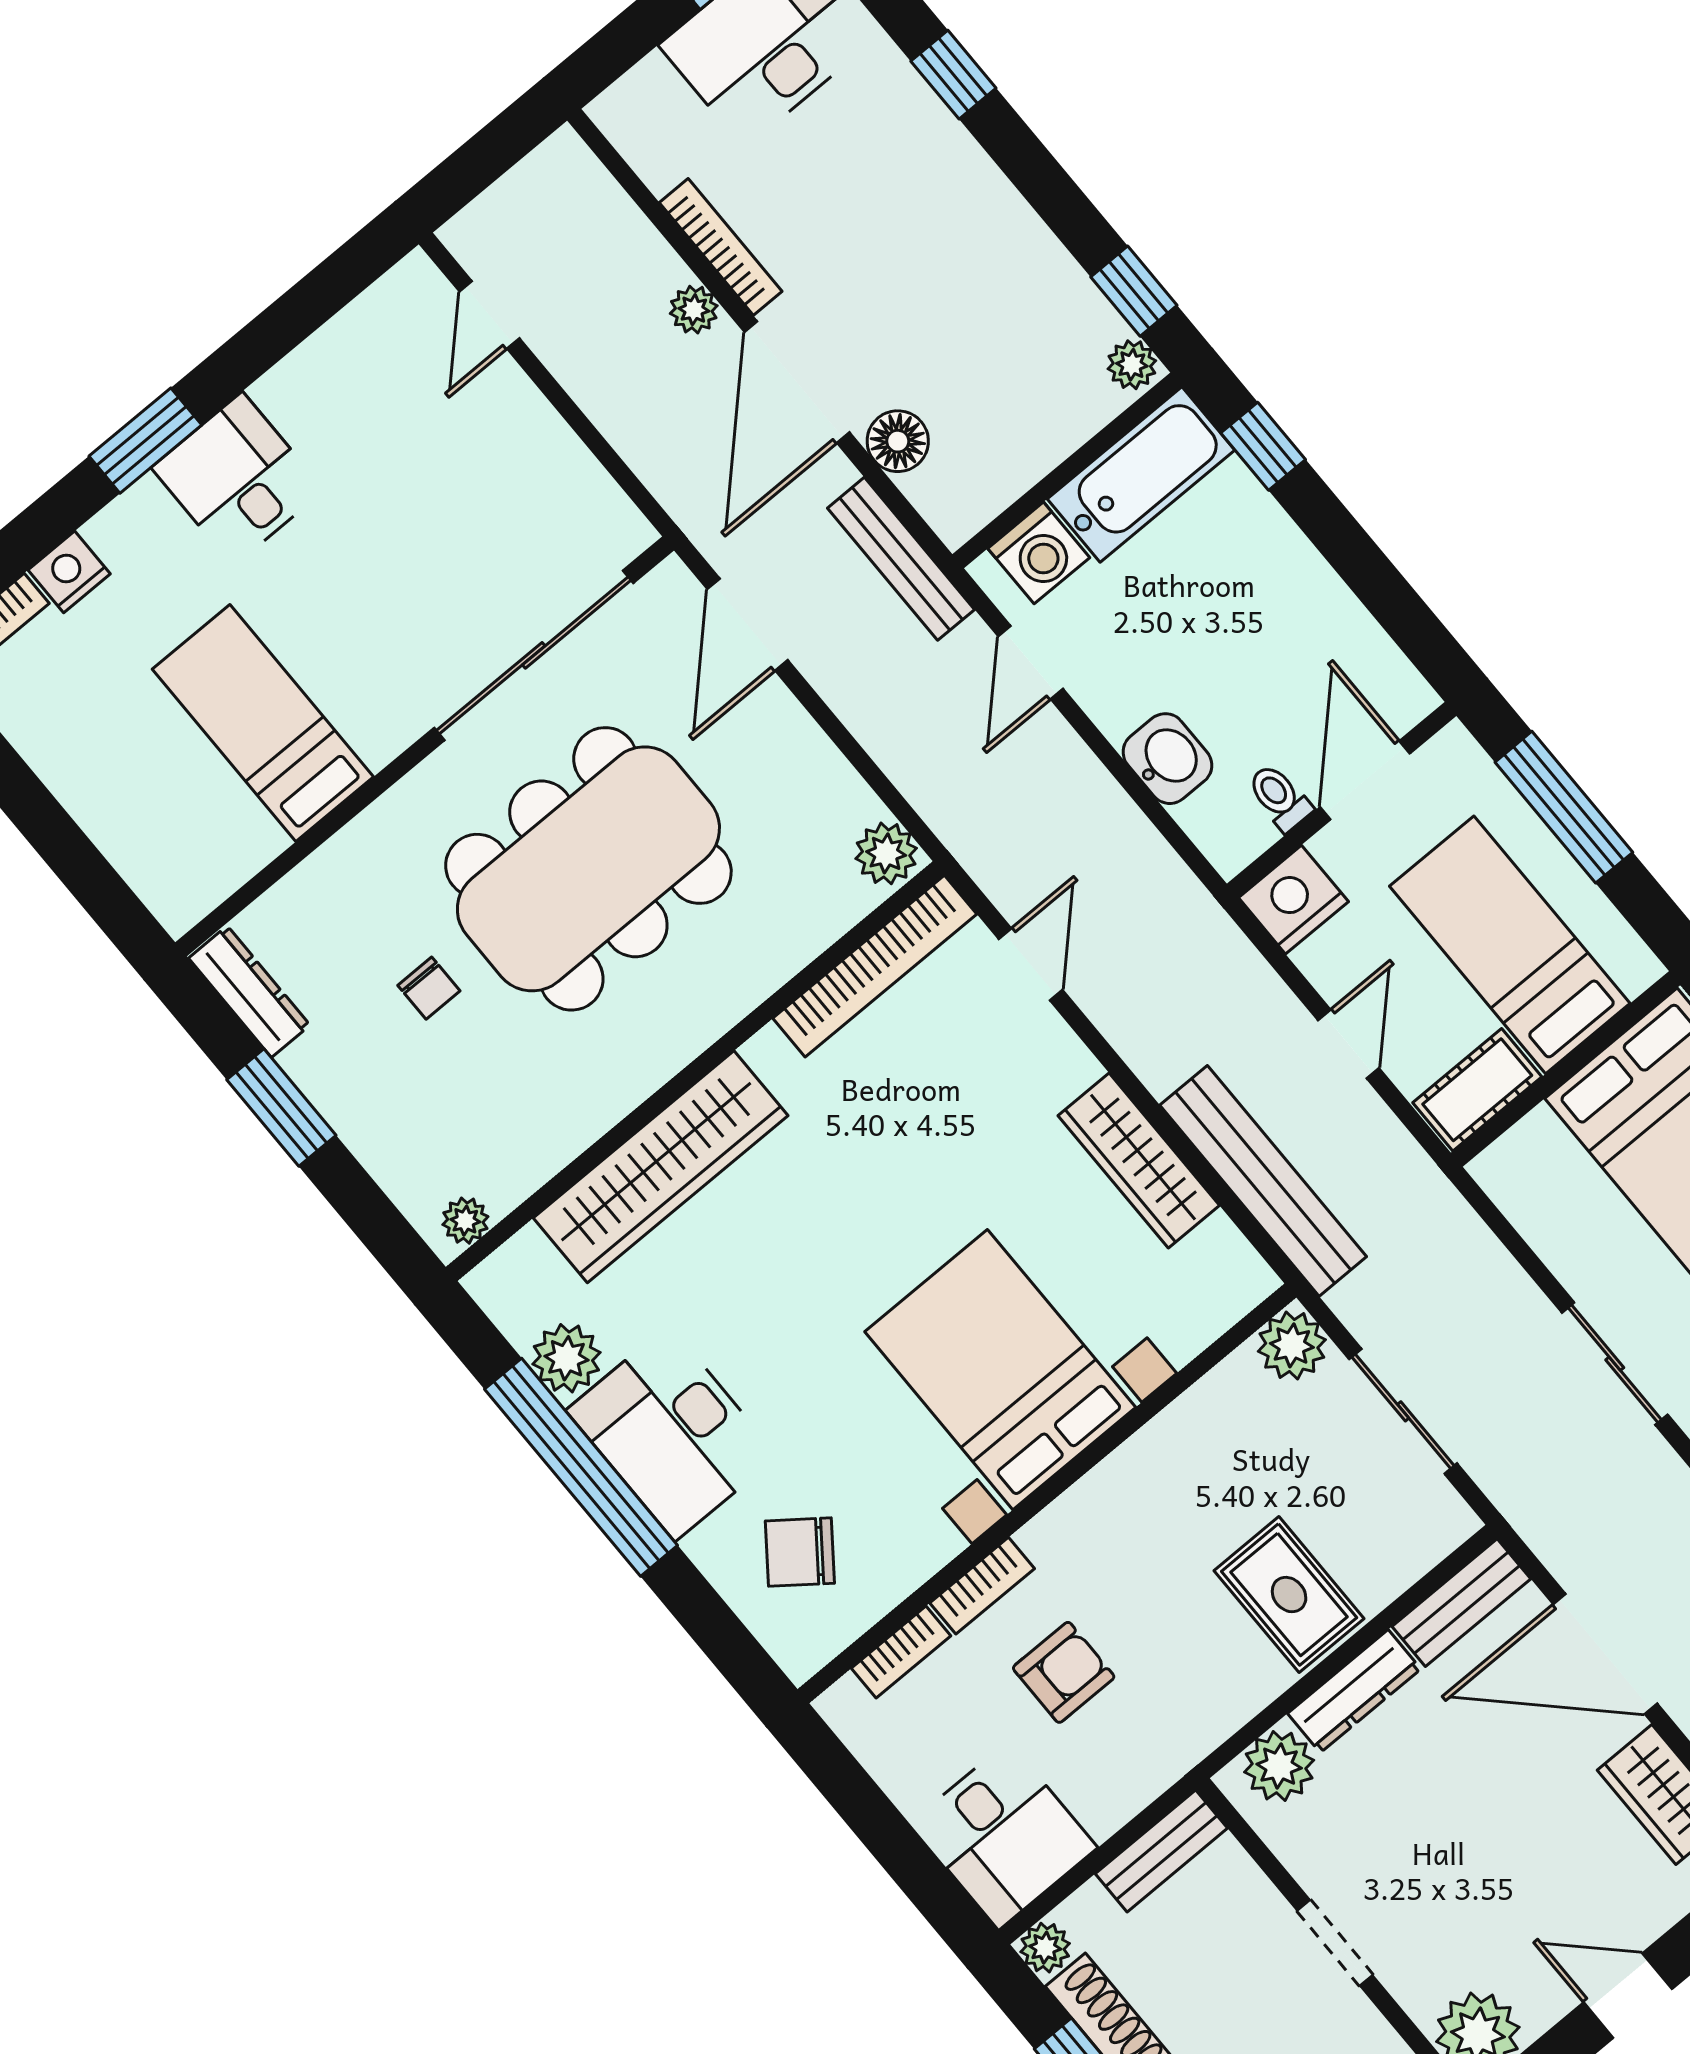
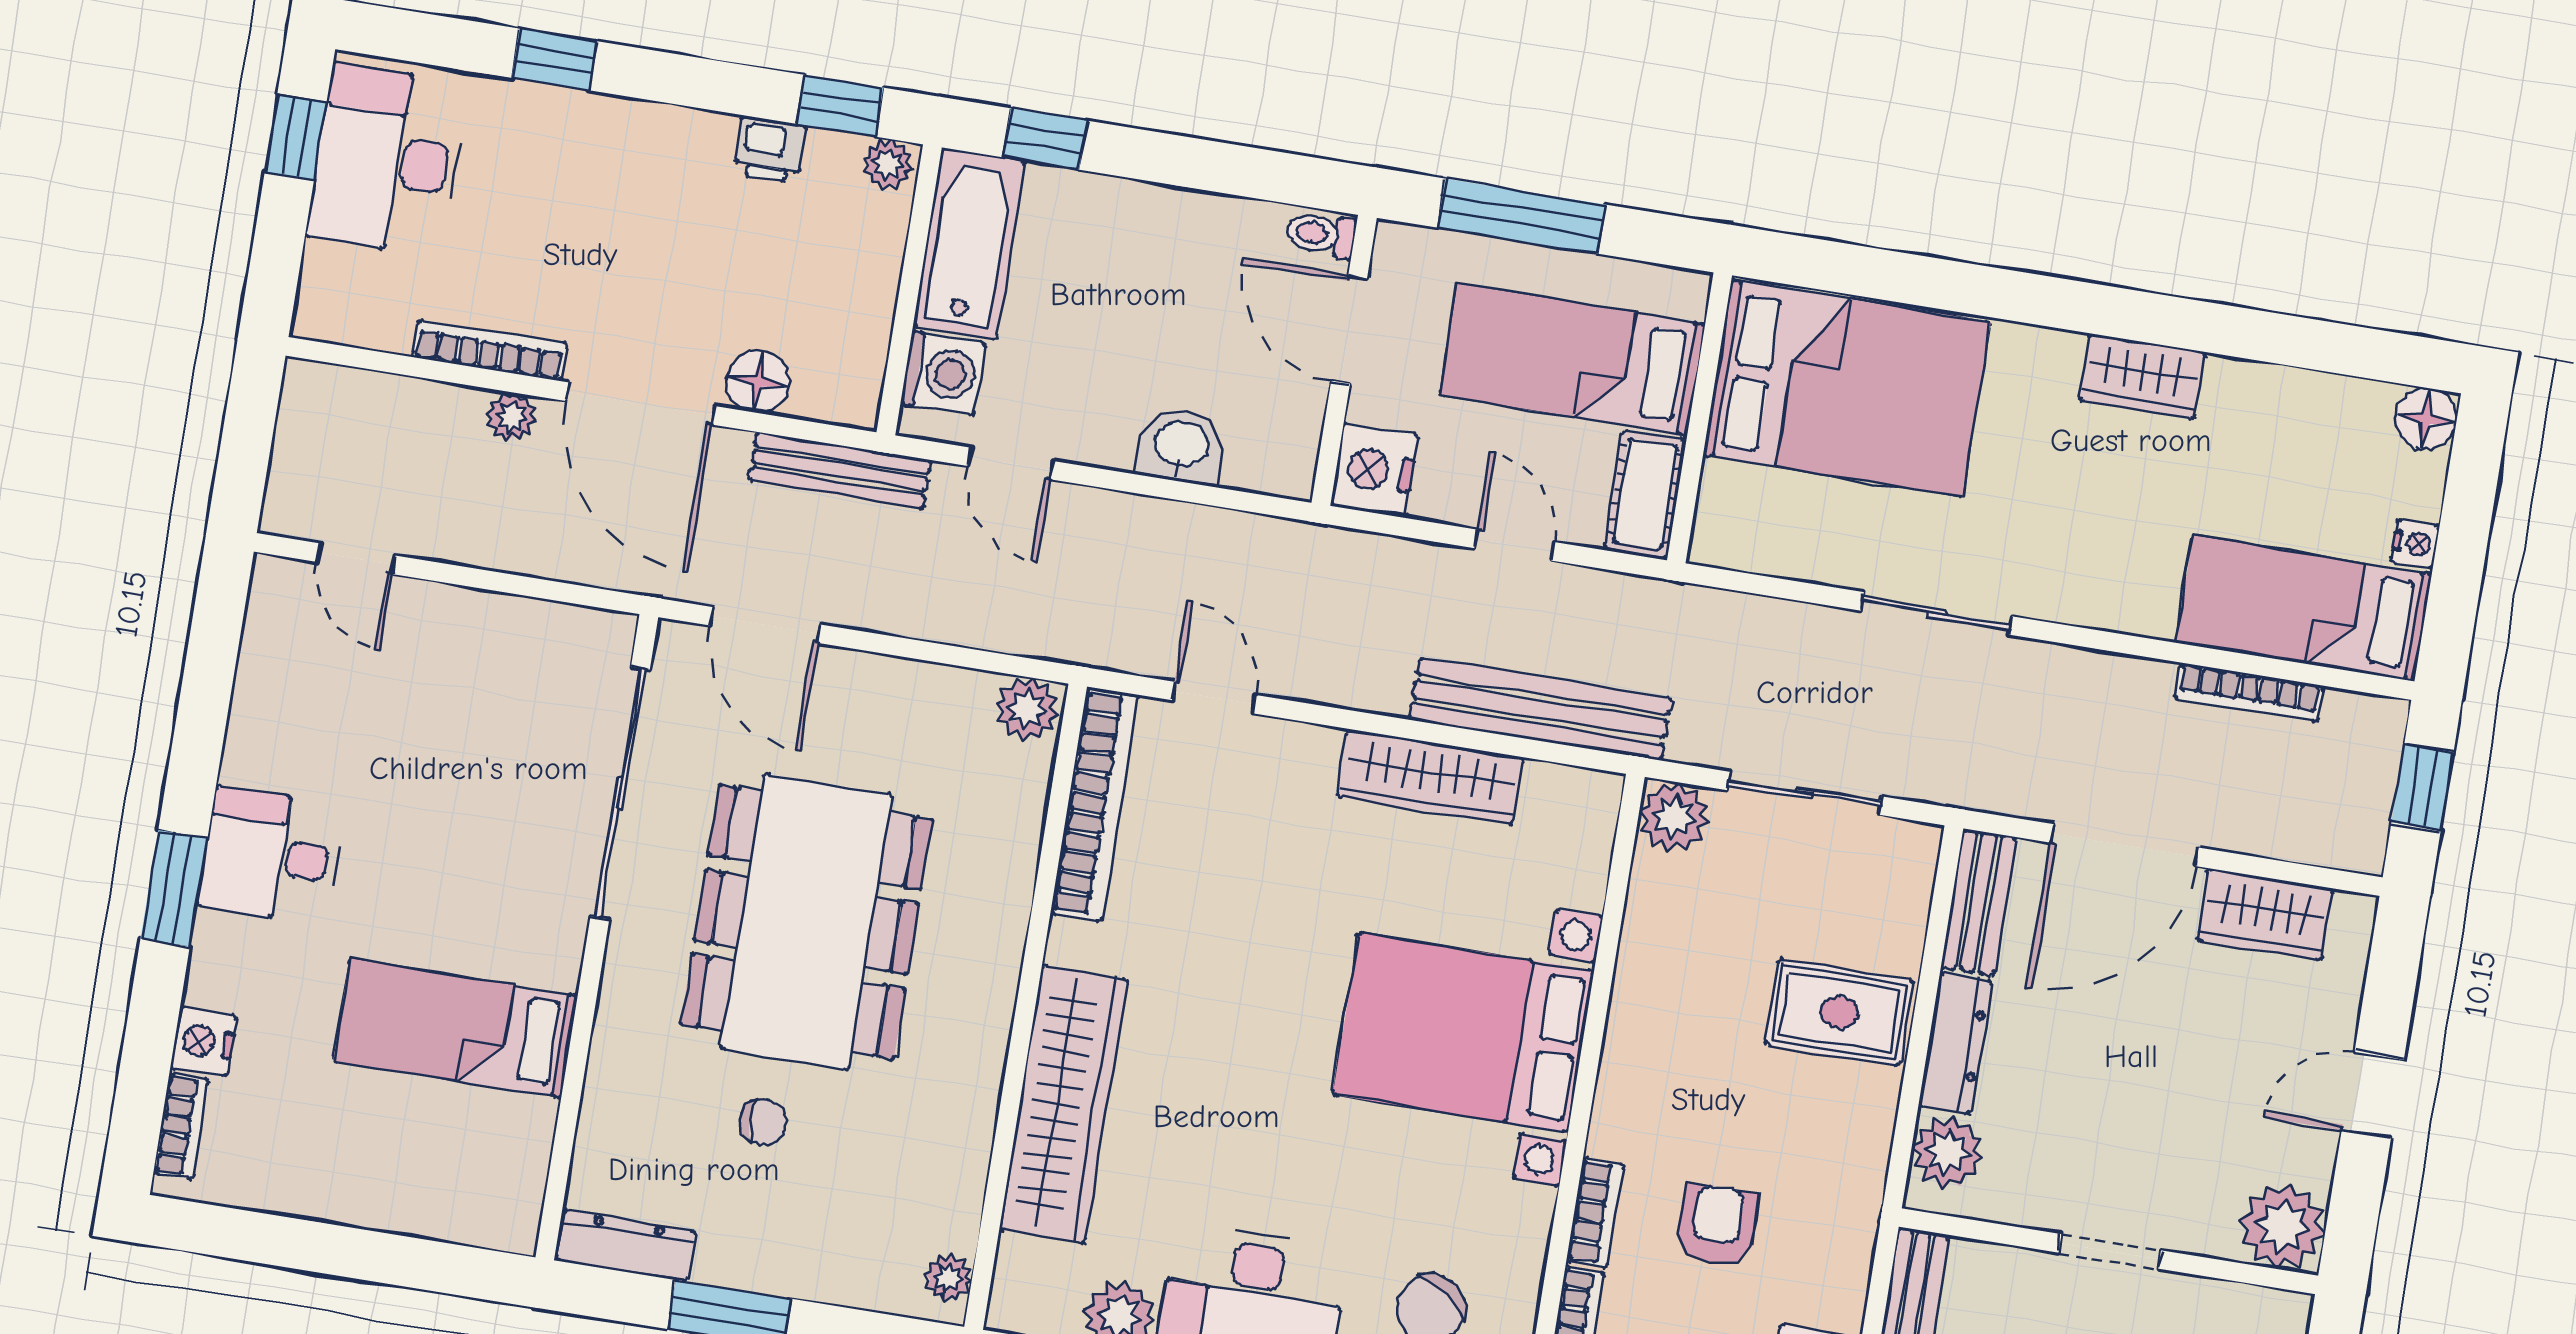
printer: (1054, 278) -> (770, 150), added
toilet: (1280, 797) -> (1321, 235), moved

